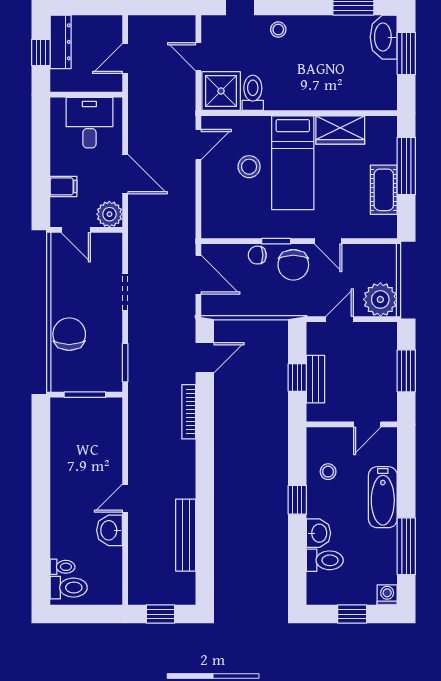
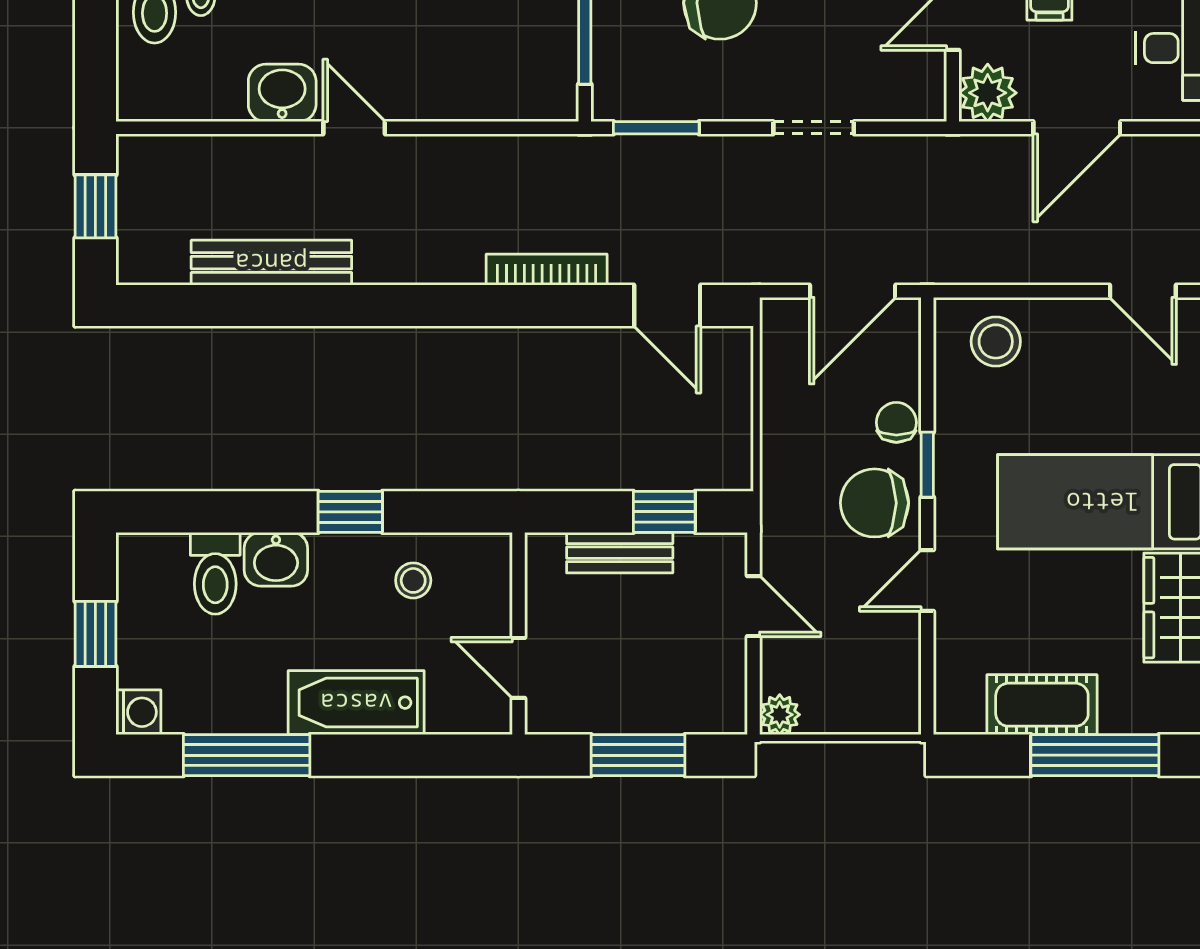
stool: (249, 167) -> (996, 341), moved
plant: (380, 299) -> (780, 715), width x0.53, depth x0.53
window: (297, 377) -> (664, 512), moved

